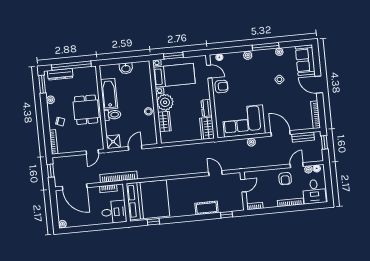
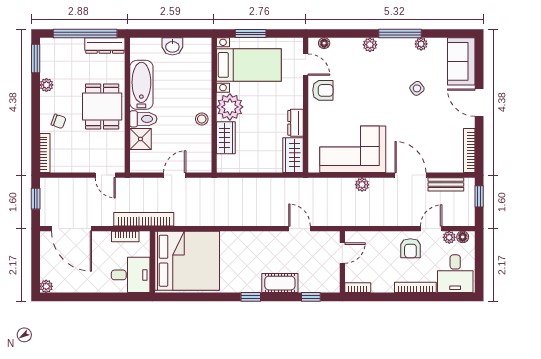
dresser: (60, 74) -> (105, 45), moved
shower: (113, 142) -> (140, 139), moved
door: (92, 152) -> (105, 175), hinge flipped
window: (153, 222) -> (251, 297), moved

